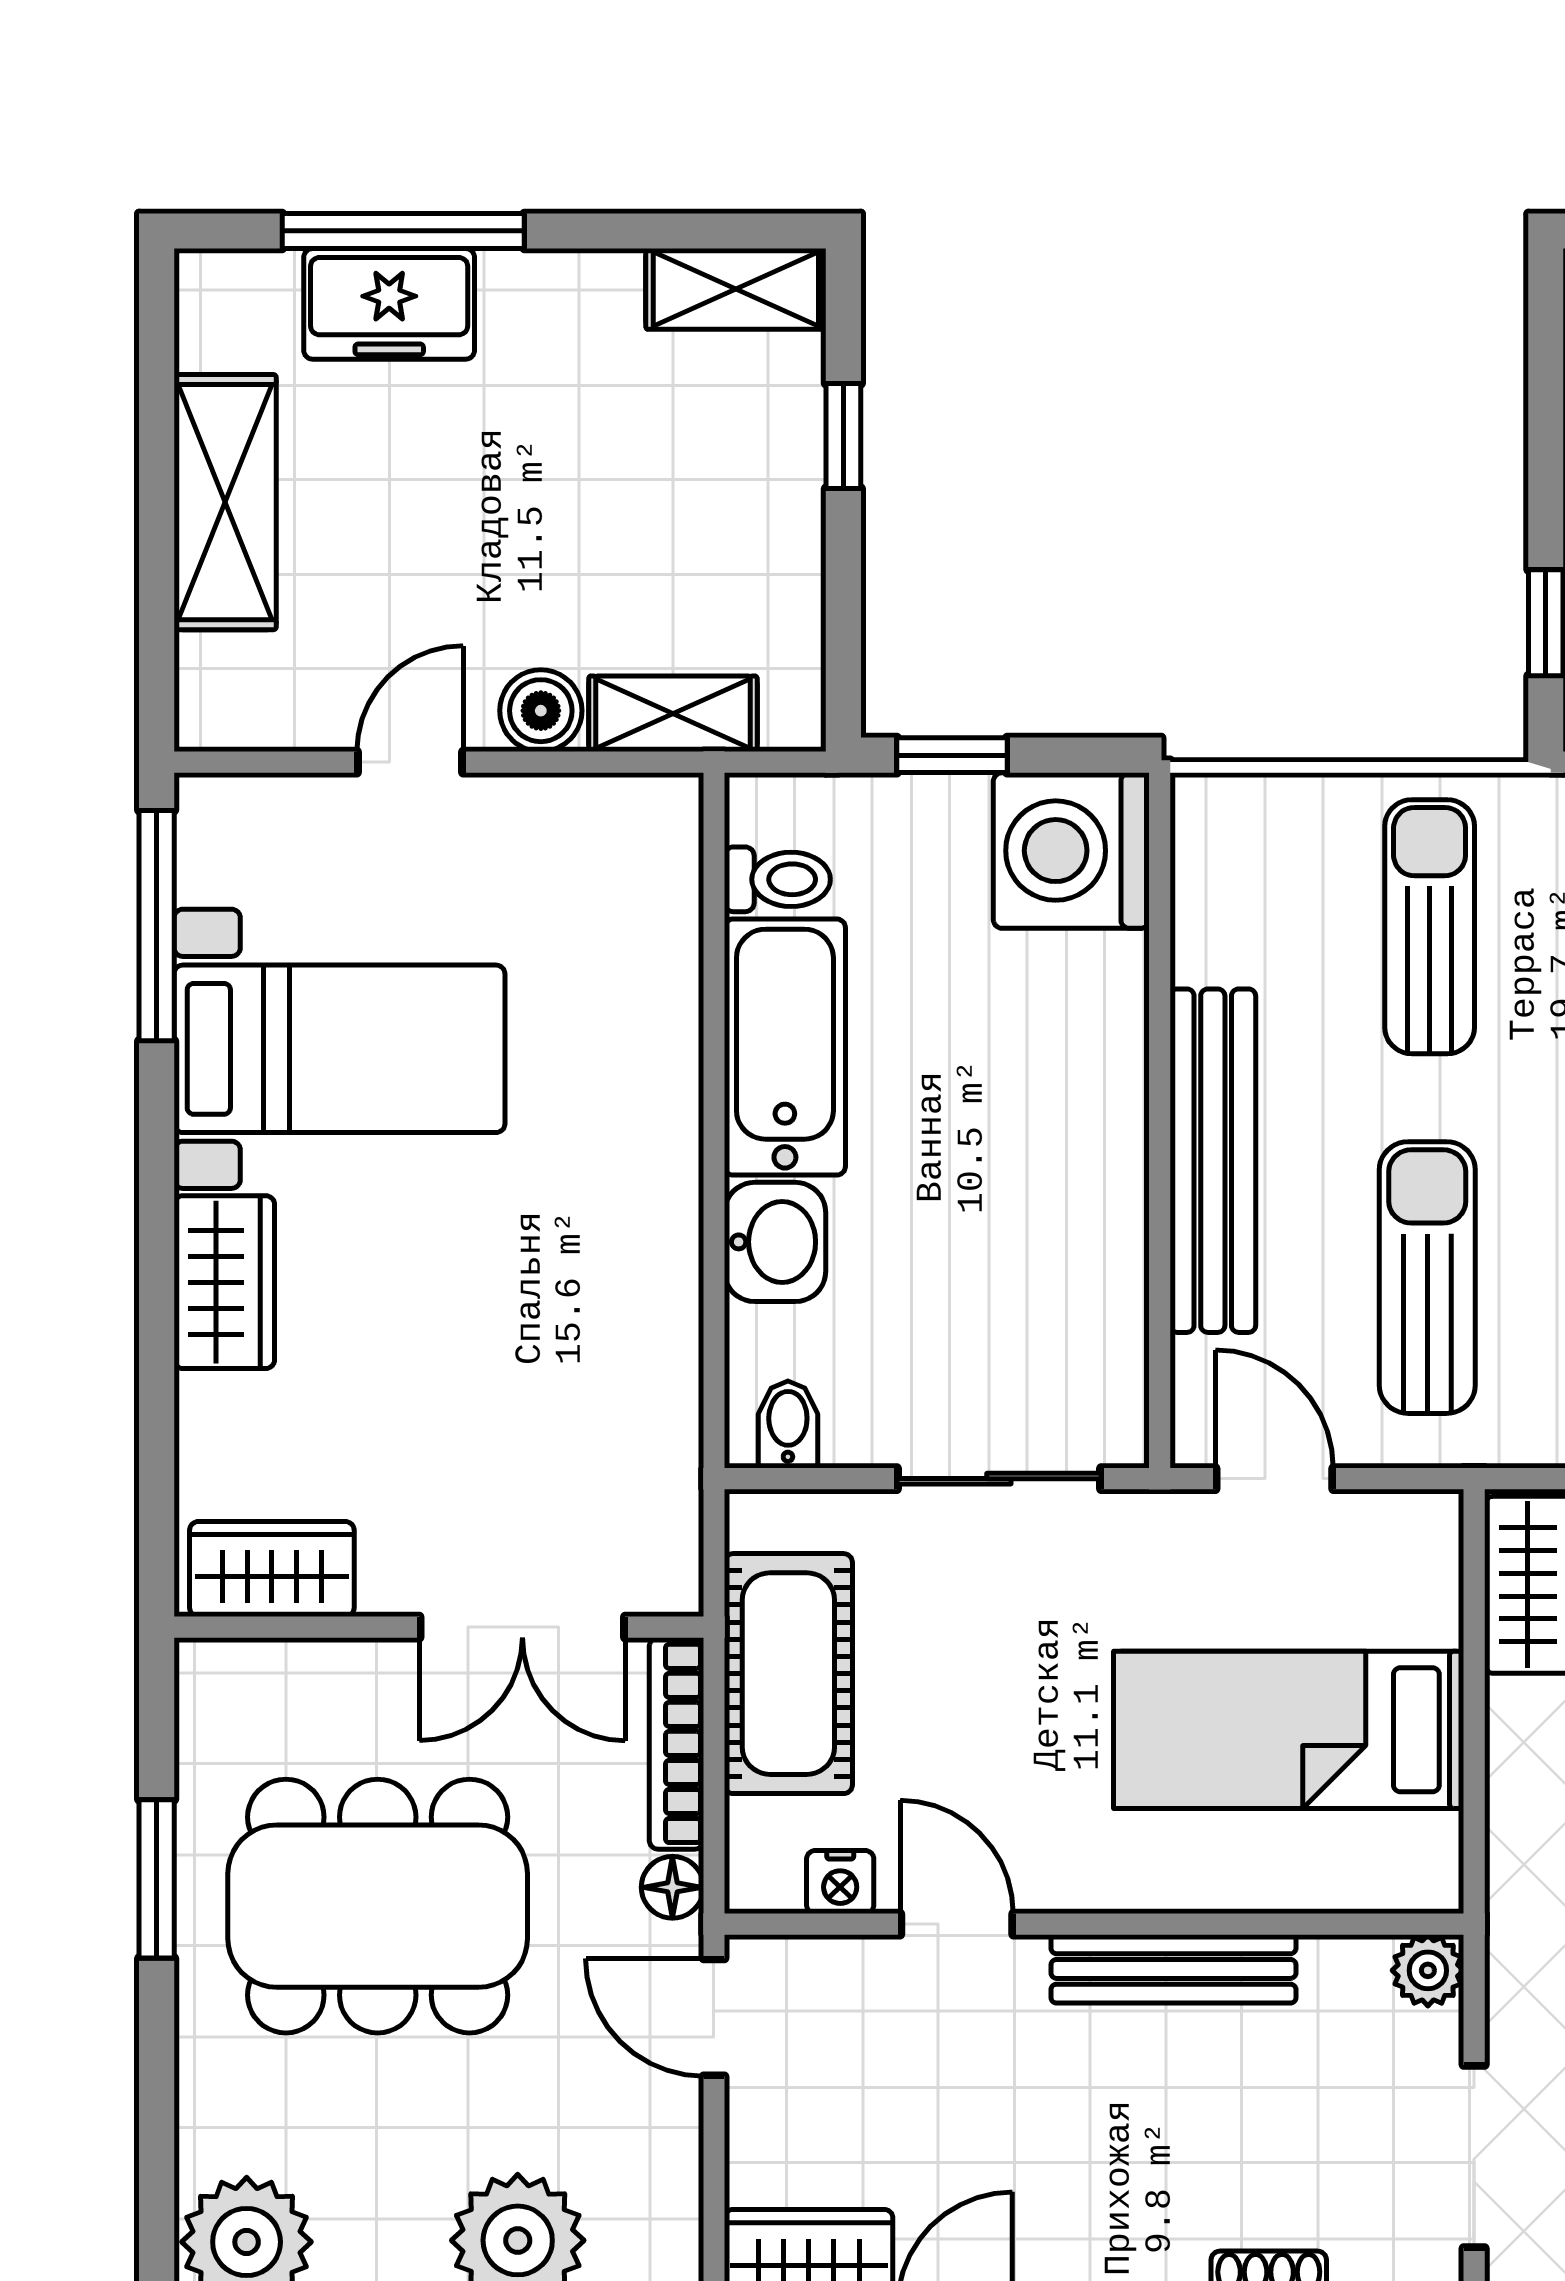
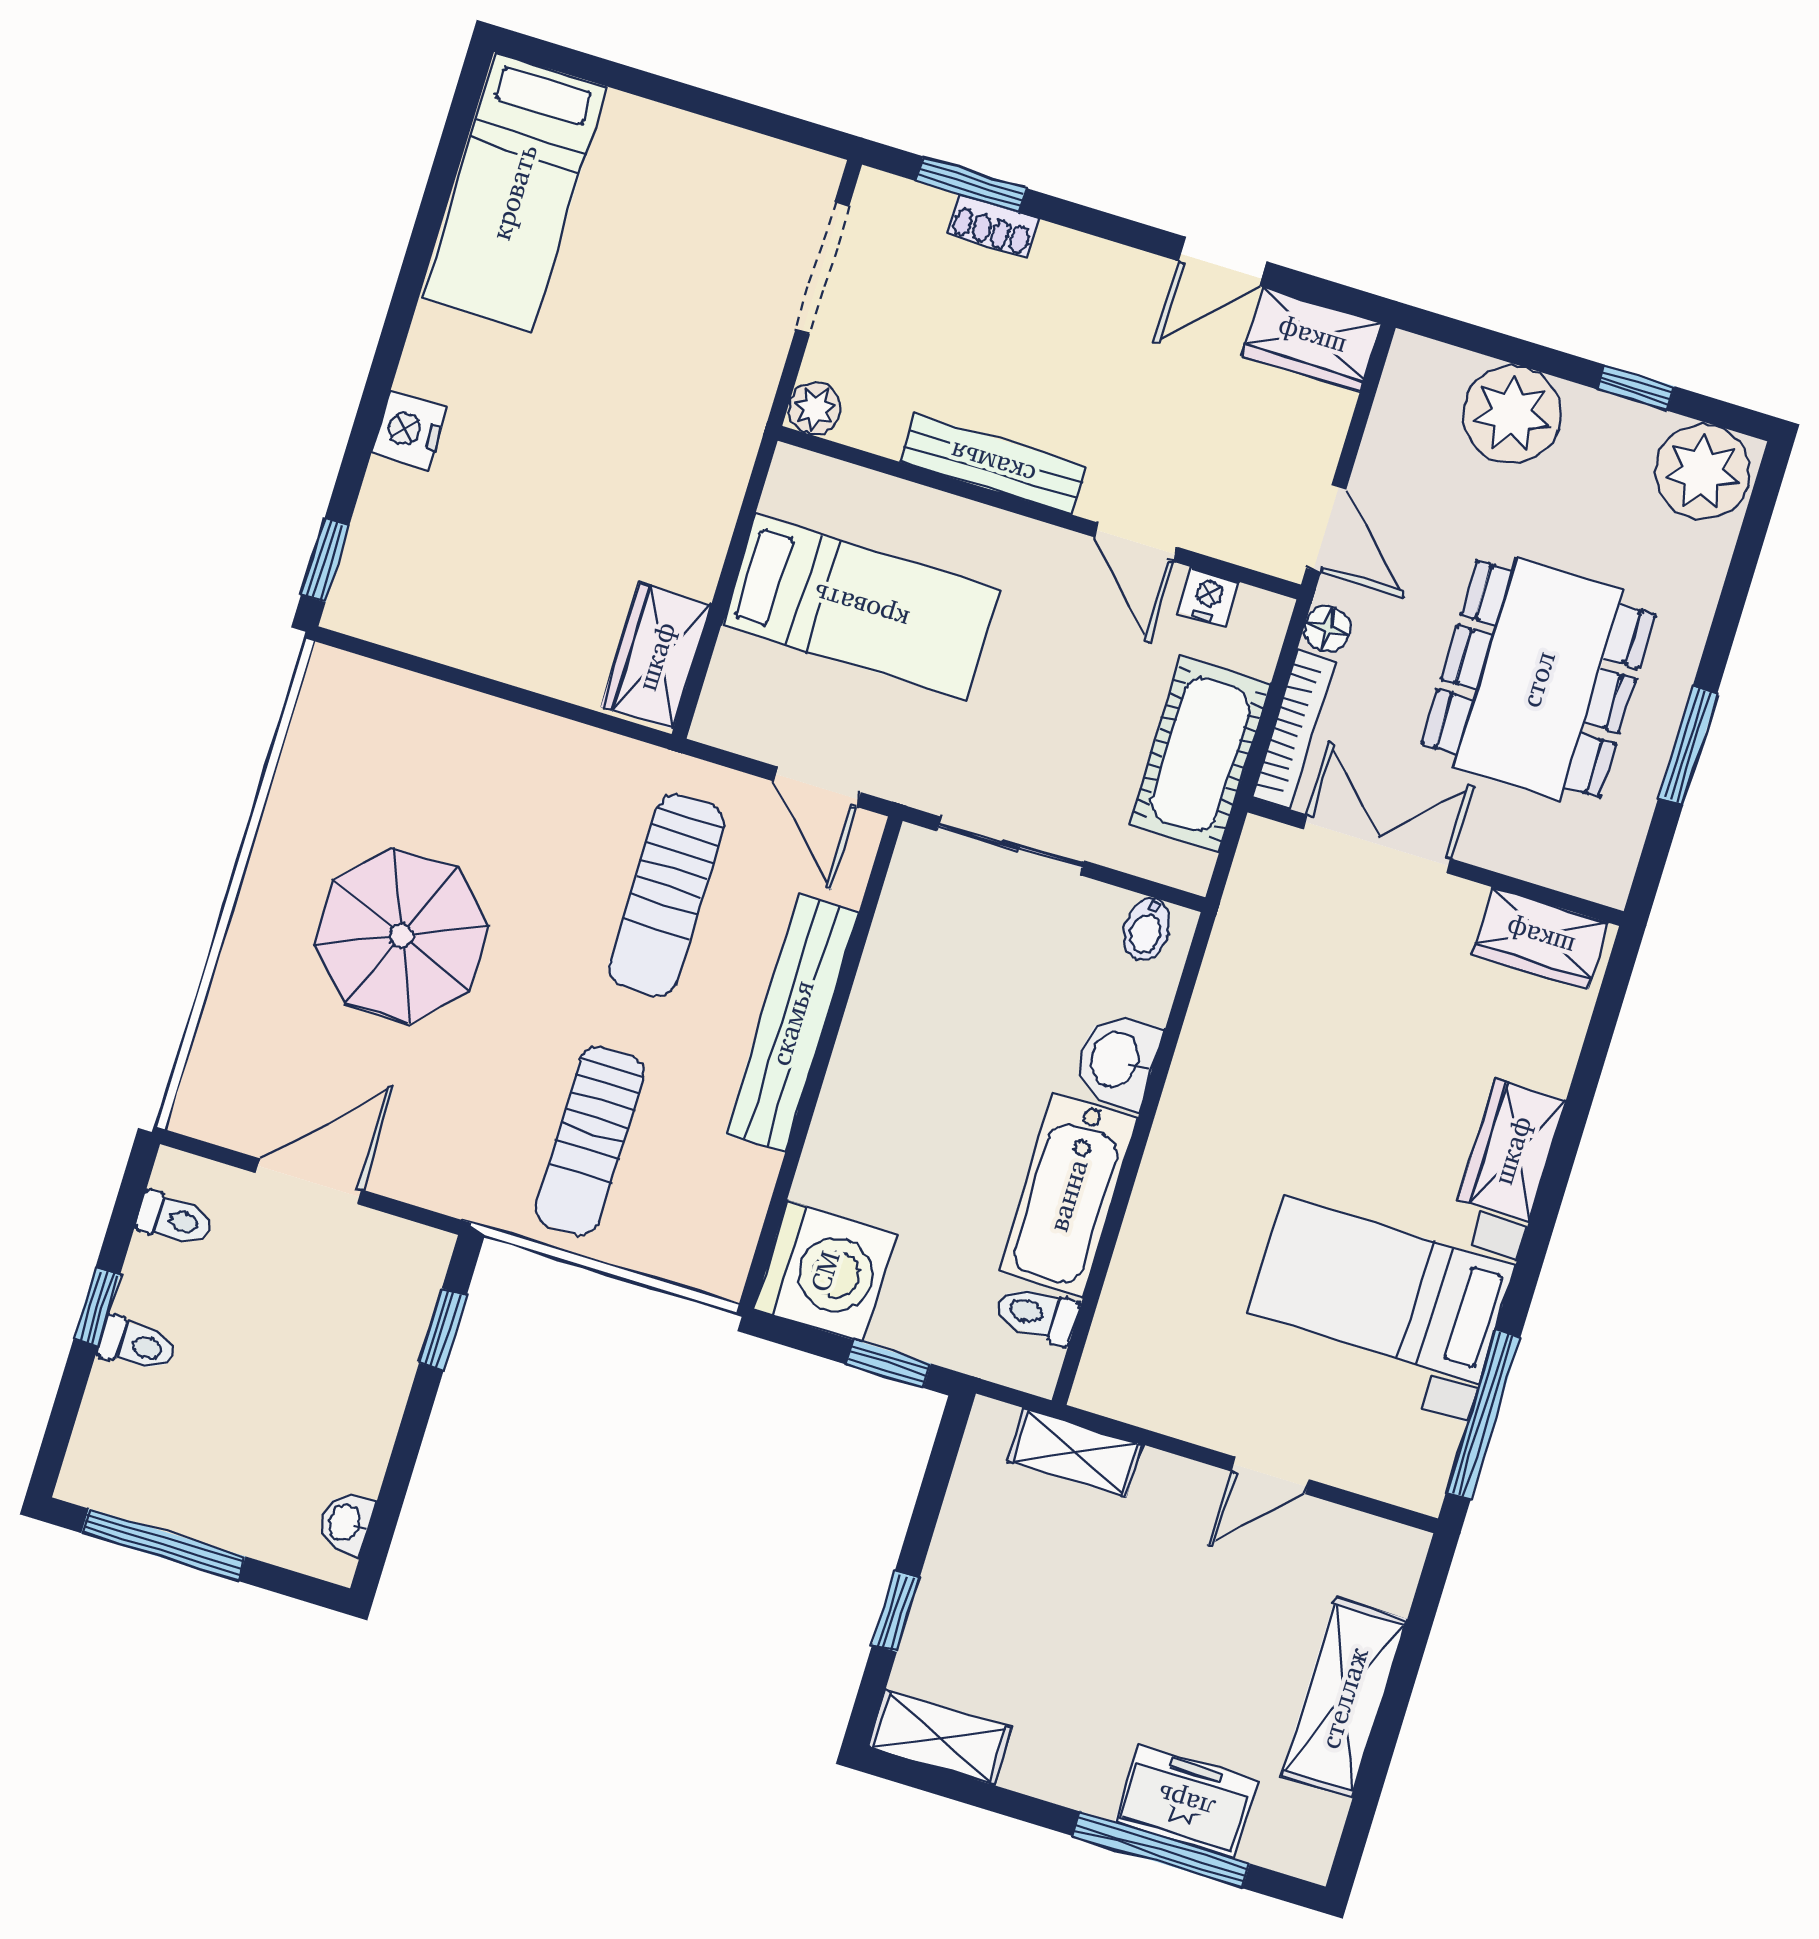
boiler: (541, 711) -> (1167, 1483), removed
dining table: (378, 1906) -> (1538, 679), turned 90

